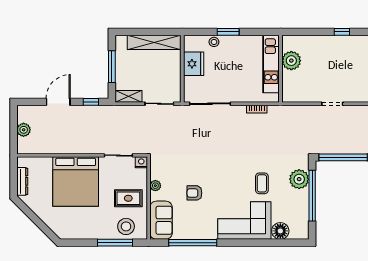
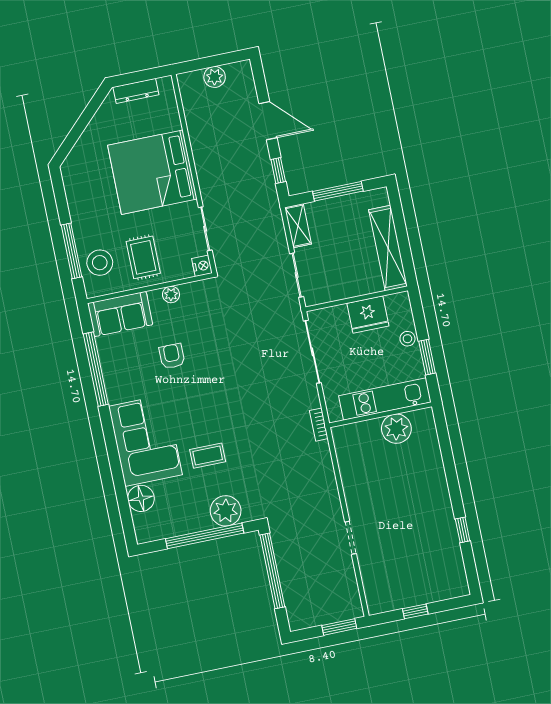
plant: (291, 61) -> (396, 429), moved
kitchen unit: (271, 64) -> (385, 399), moved
wall: (281, 69) -> (381, 415), moved

